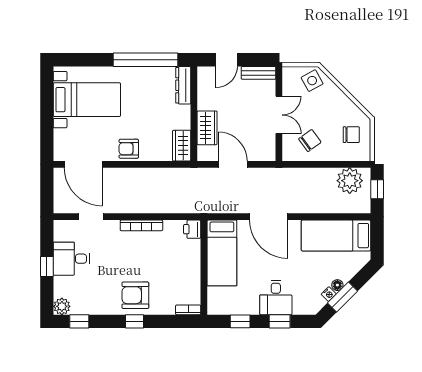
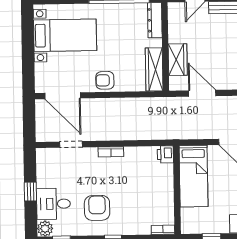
wardrobe: (182, 146) -> (154, 69), width x1.50
bookcase: (141, 225) -> (111, 152), width x0.64
desk: (71, 259) -> (53, 204), moved
armchair: (135, 295) -> (97, 208), moved, turned 90

